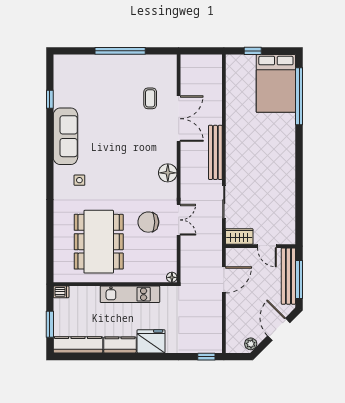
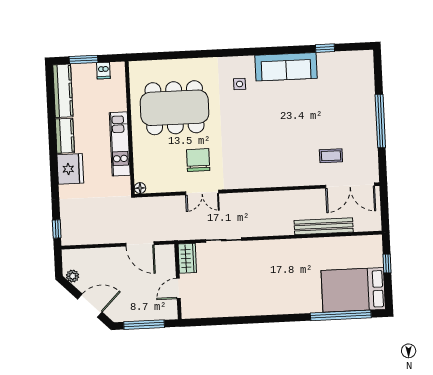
double door: (179, 119) -> (350, 186), moved
bench: (215, 152) -> (324, 226), moved
floor lamp: (168, 173) -> (252, 178), removed
bench: (288, 276) -> (147, 313), removed
dishwasher: (61, 292) -> (103, 71), moved

